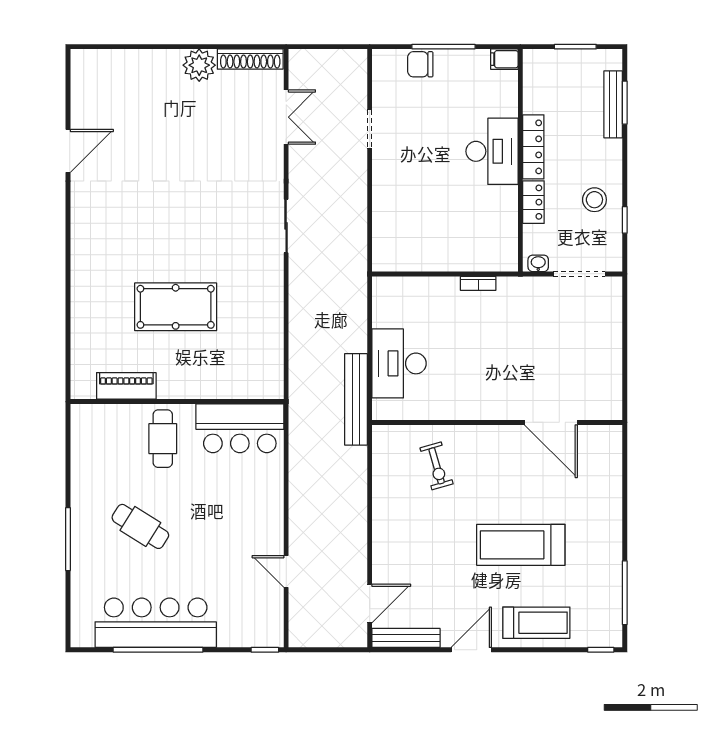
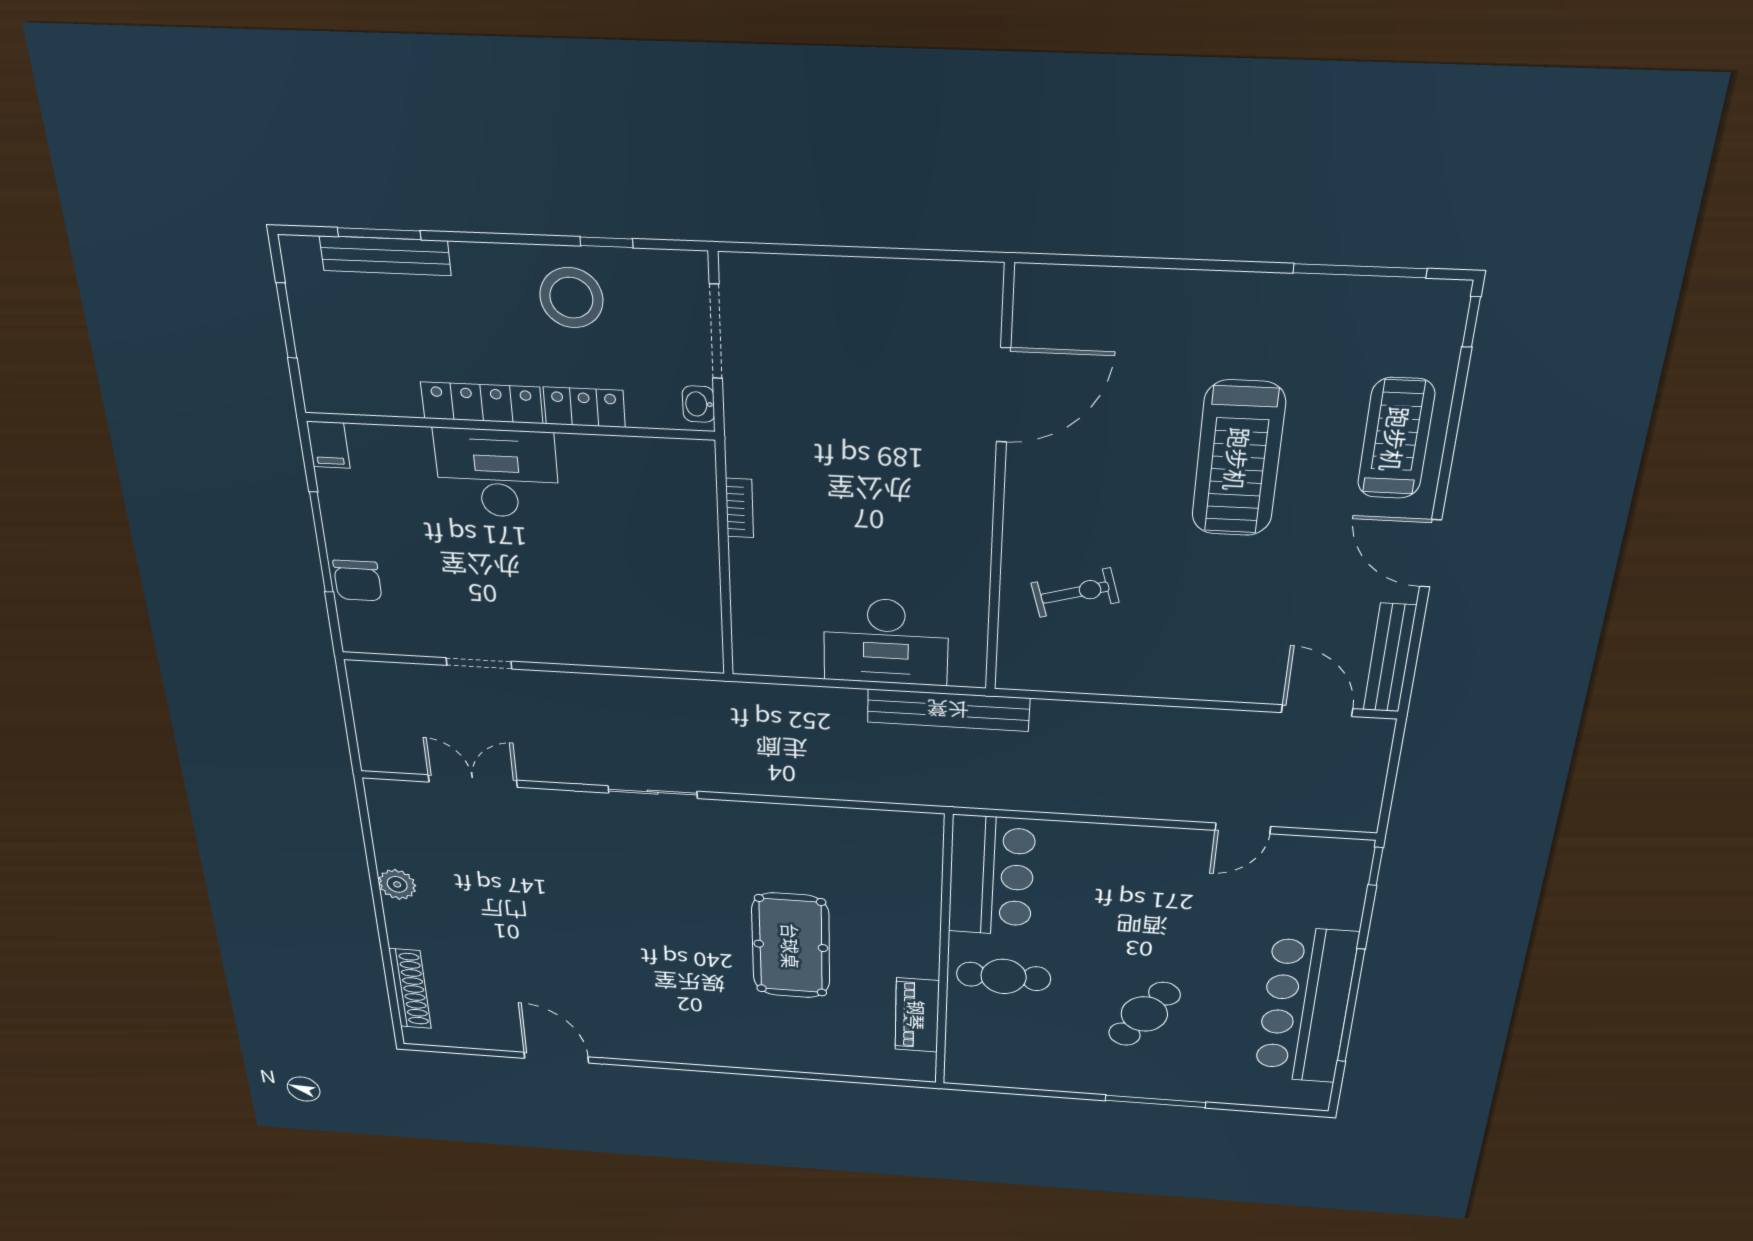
shoe rack: (250, 59) -> (410, 989), moved
plant: (199, 65) -> (397, 884), width x0.73, depth x0.73
stool: (594, 200) -> (571, 298), width x1.38, depth x1.38

